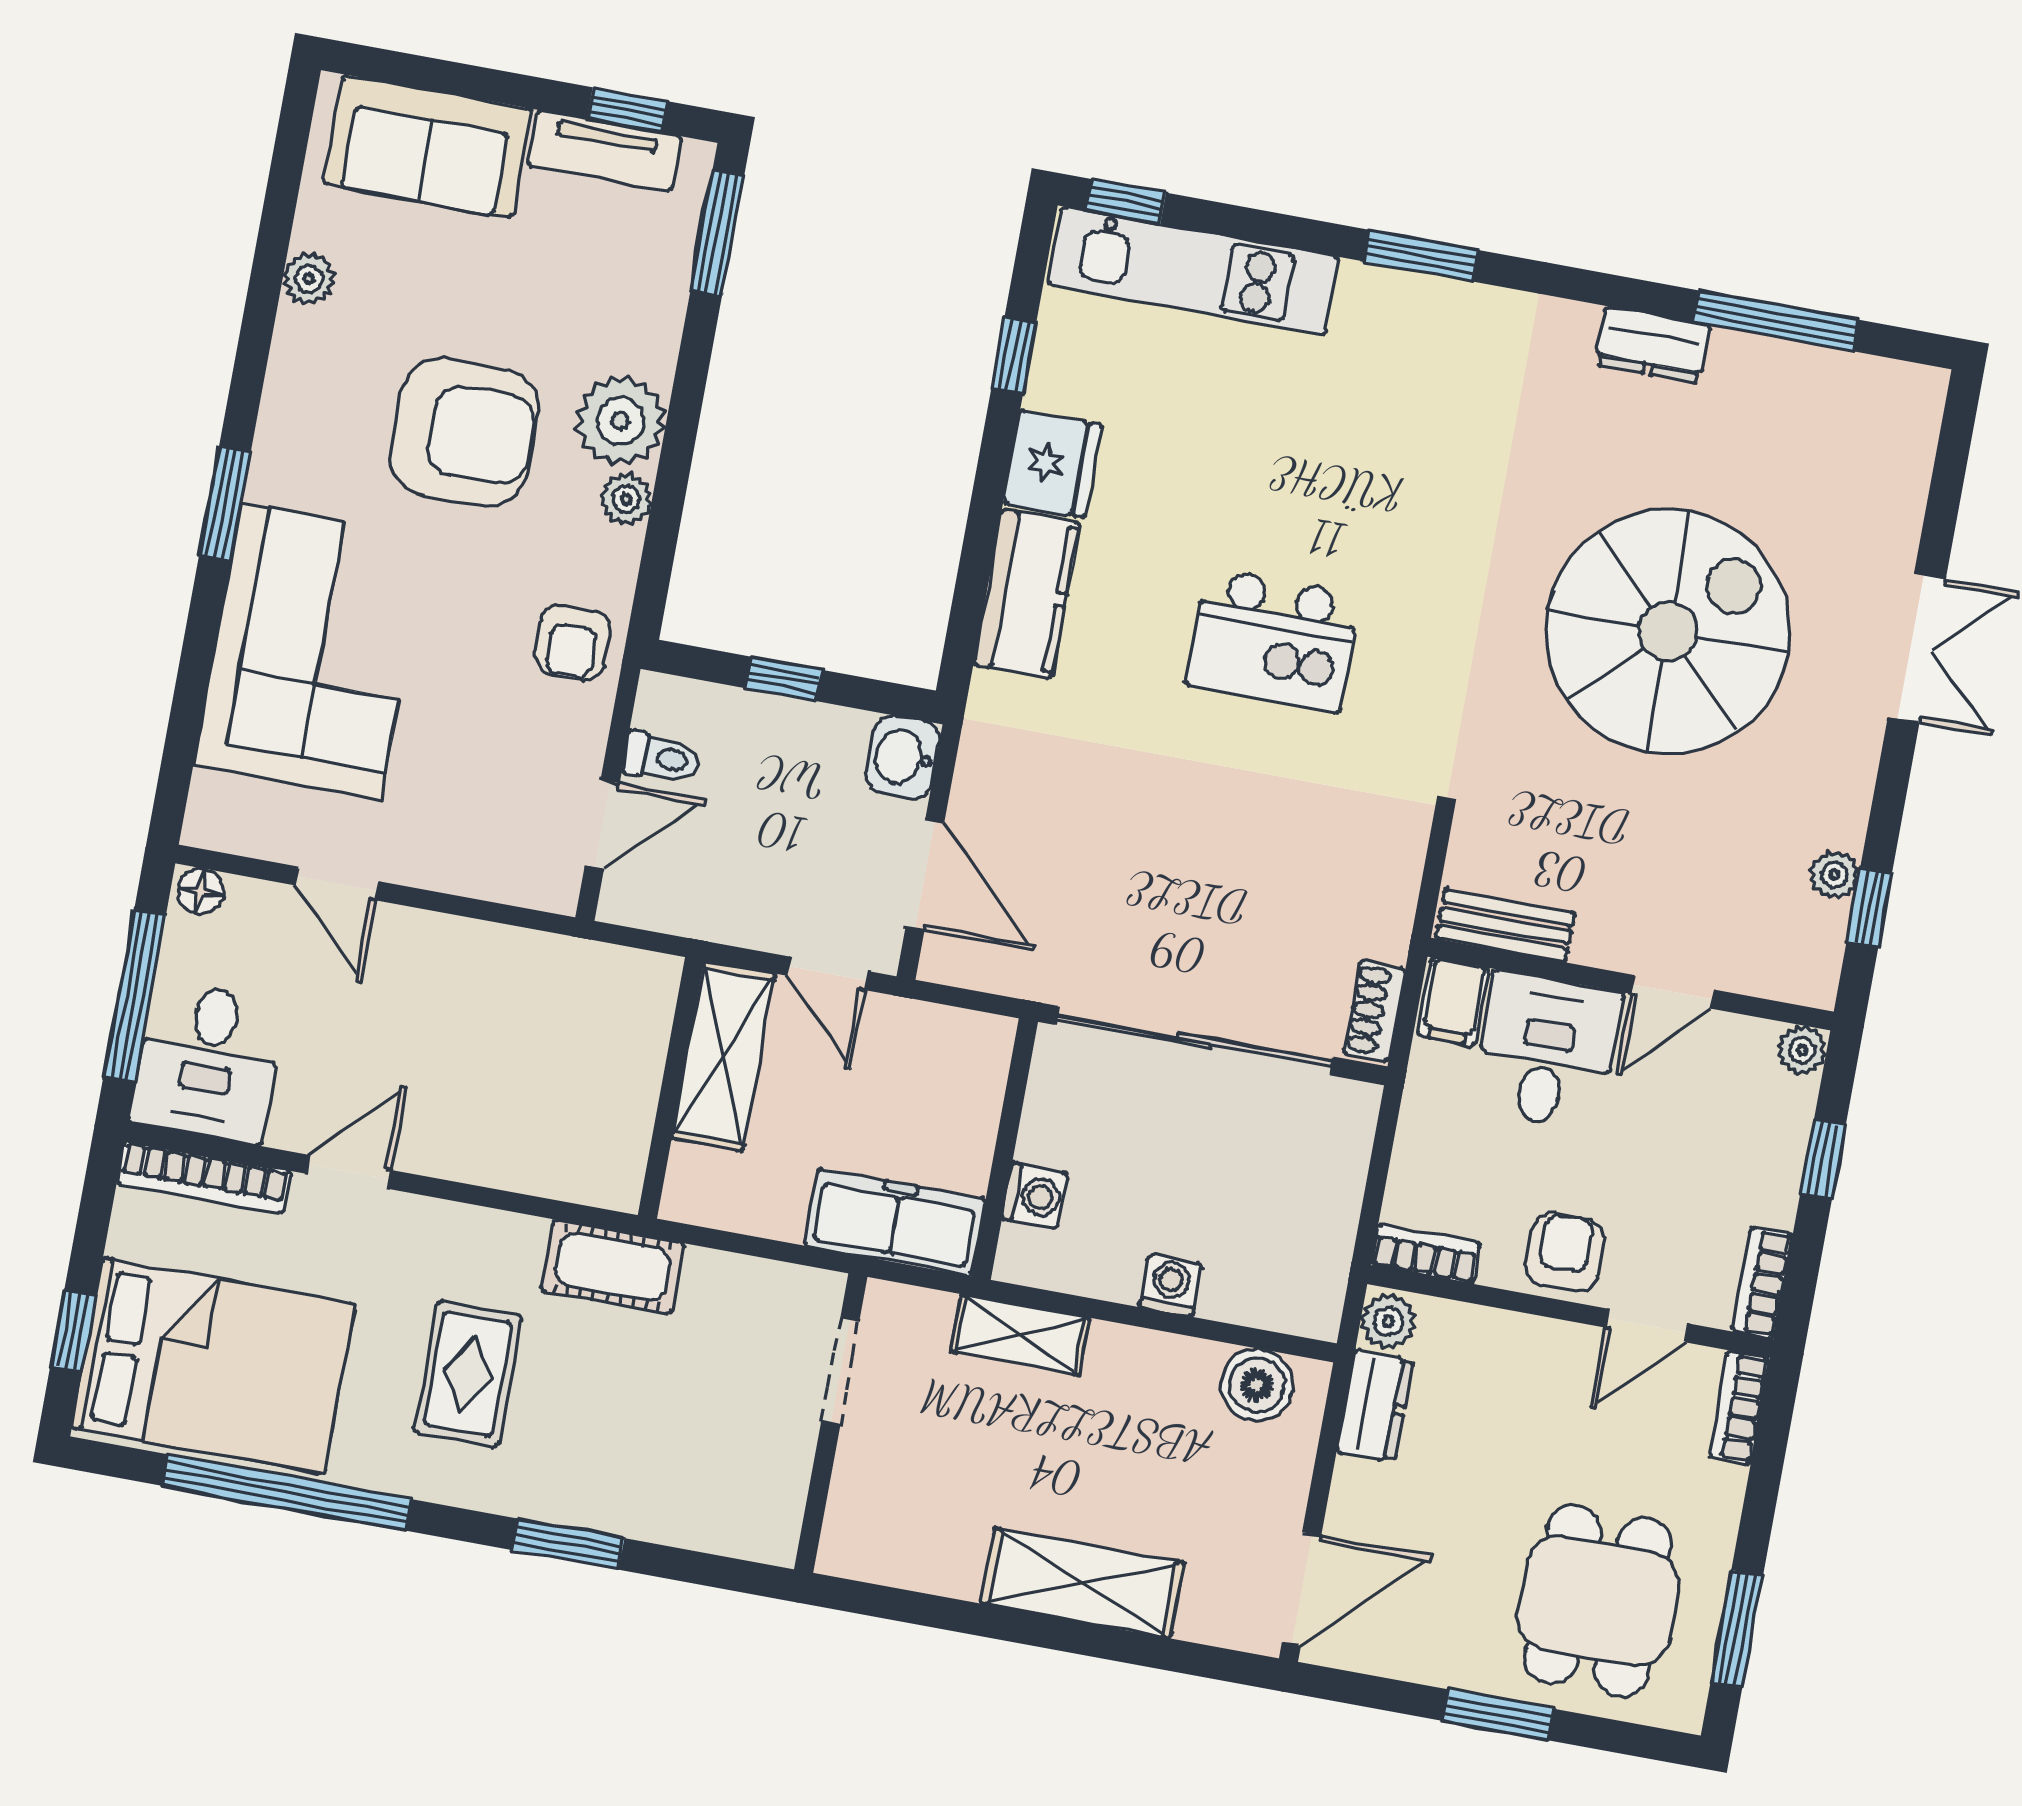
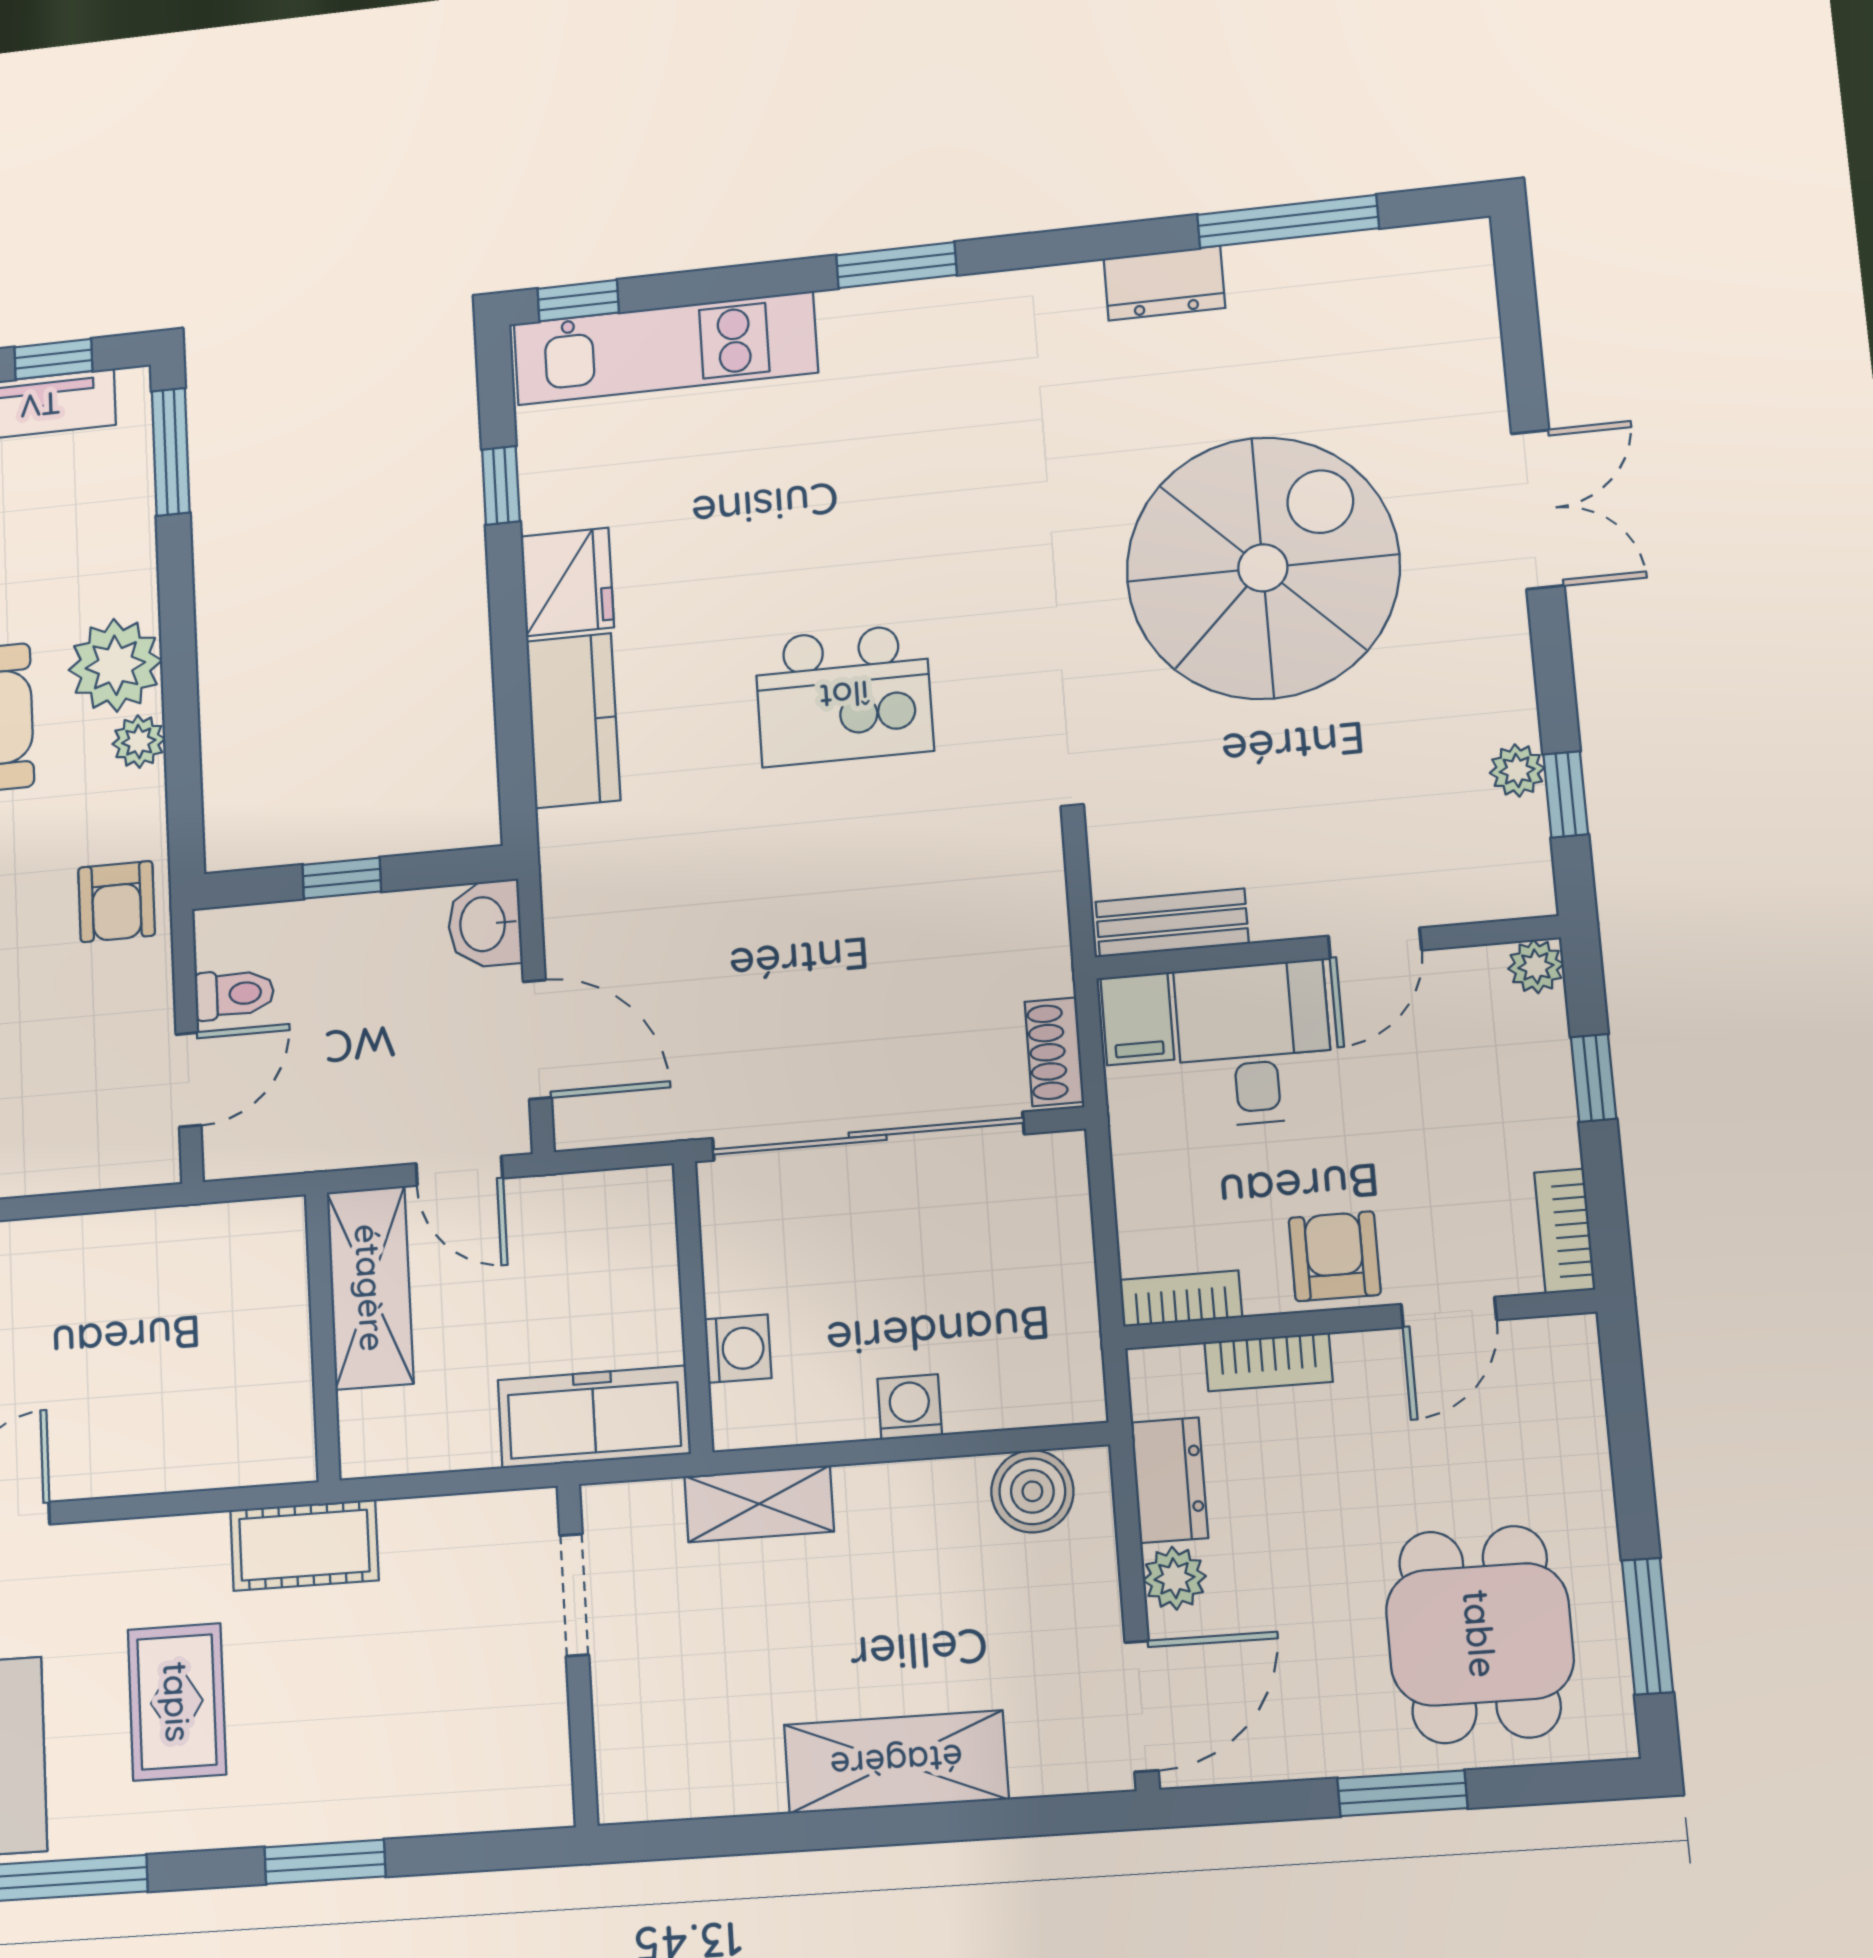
plant: (1388, 1321) -> (1174, 1578), moved
bookcase: (1739, 1407) -> (1268, 1362), moved, turned -90

